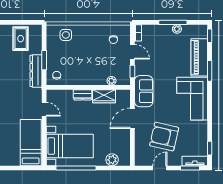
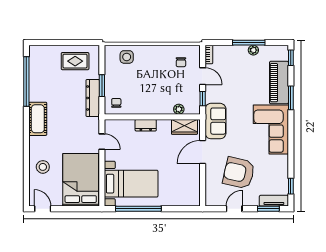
rug: (21, 39) -> (75, 61), turned 90
wardrobe: (104, 96) -> (184, 127), moved
bed: (31, 143) -> (81, 180), width x1.50
plant: (112, 160) -> (179, 199), removed

